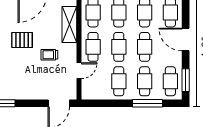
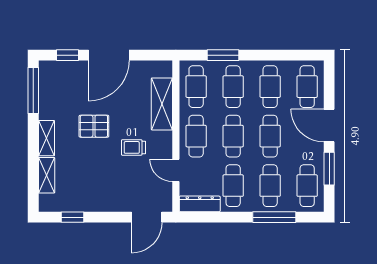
door: (79, 71) -> (176, 170), swing flipped
window: (186, 80) -> (329, 169), moved
dresser: (96, 94) -> (200, 204), added

